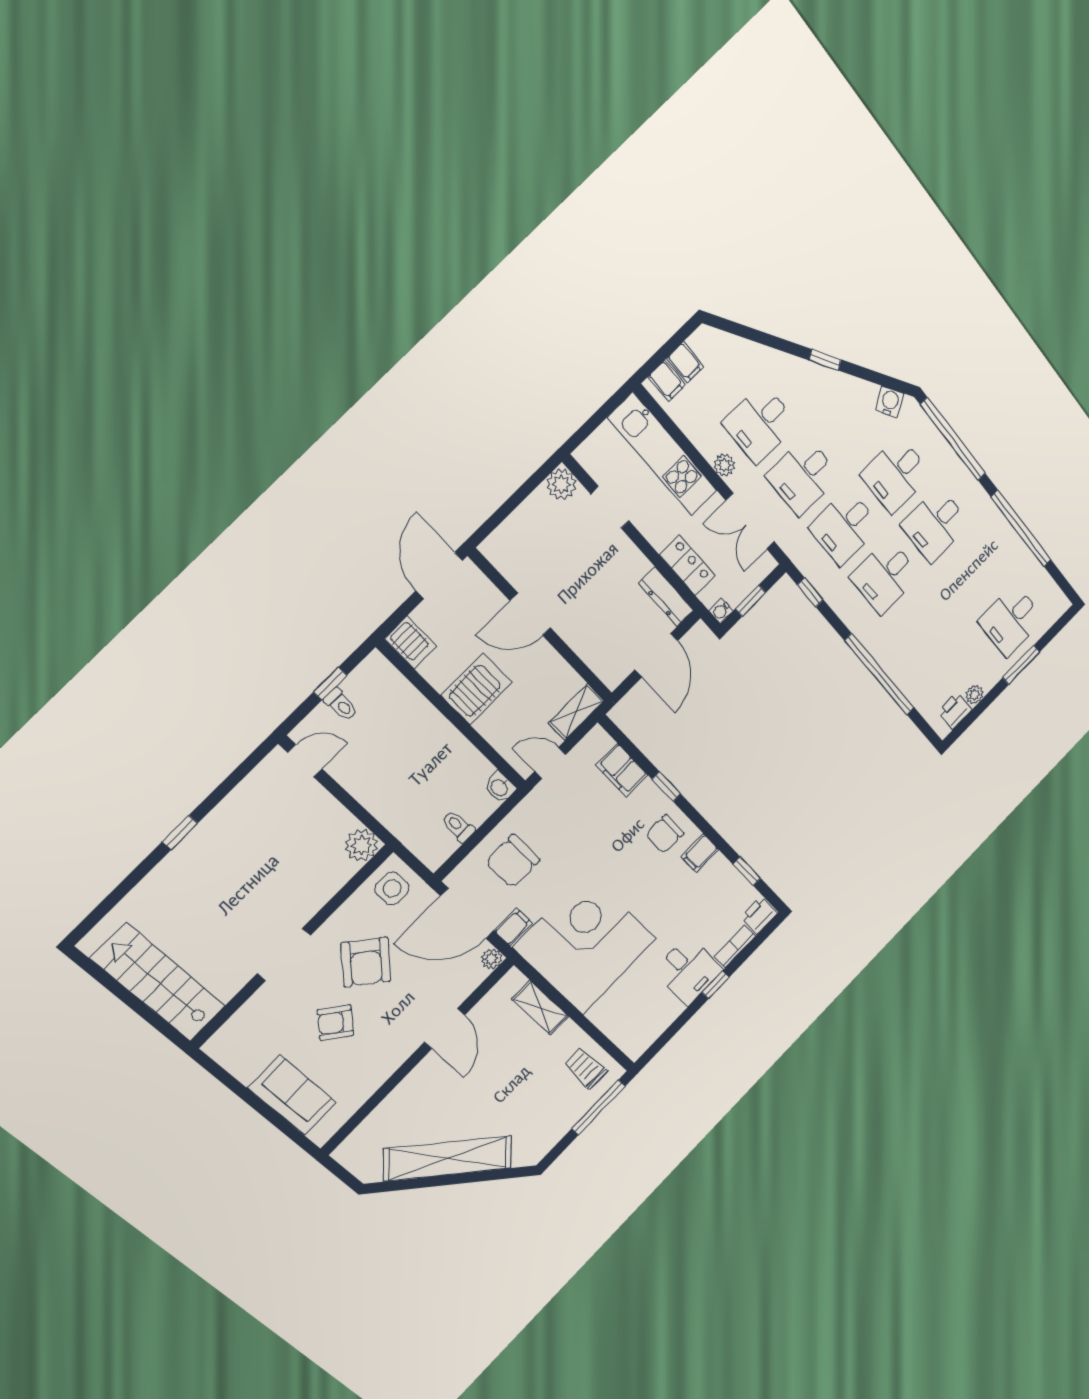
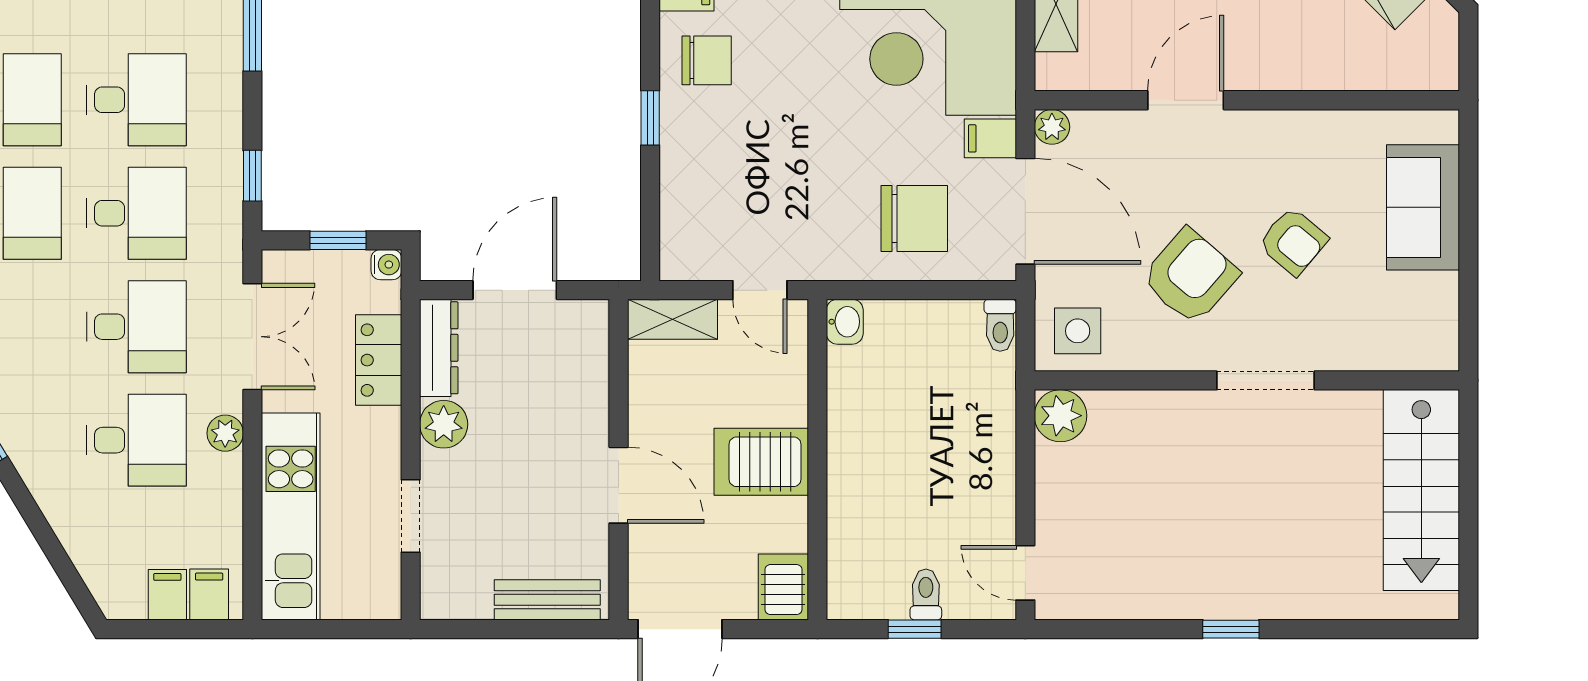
plant: (561, 484) -> (444, 424), moved
bench: (513, 529) -> (547, 600), added
filing cabinet: (622, 770) -> (685, 194), removed
toilet: (458, 826) -> (1000, 325), moved

